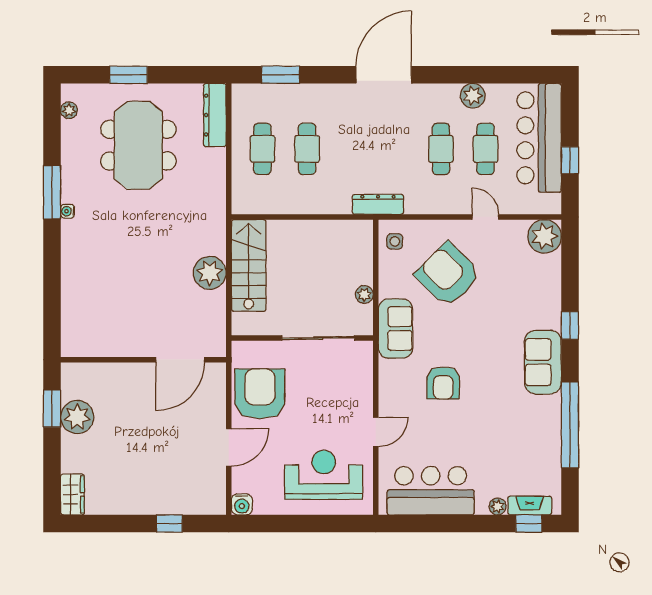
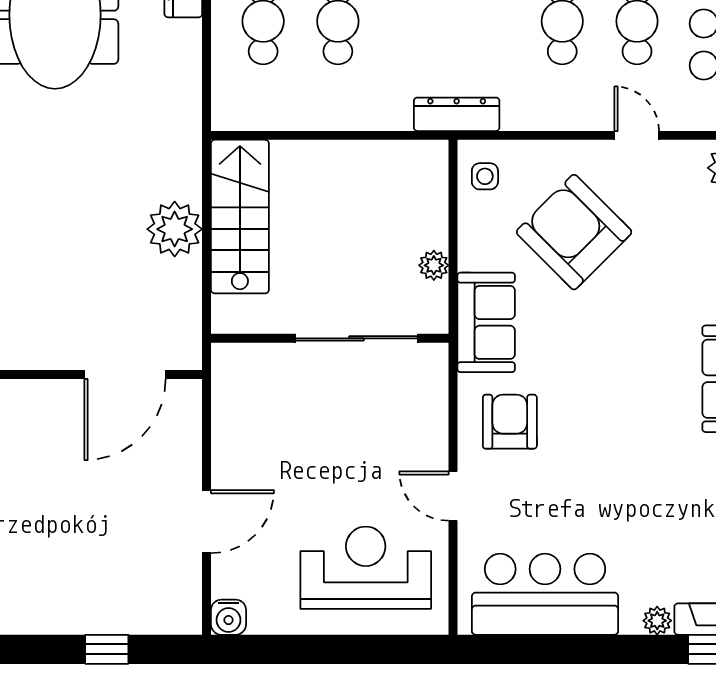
armchair: (443, 383) -> (510, 422), moved, turned 180
armchair: (260, 394) -> (259, 432), removed
door: (376, 432) -> (453, 496), swing flipped

